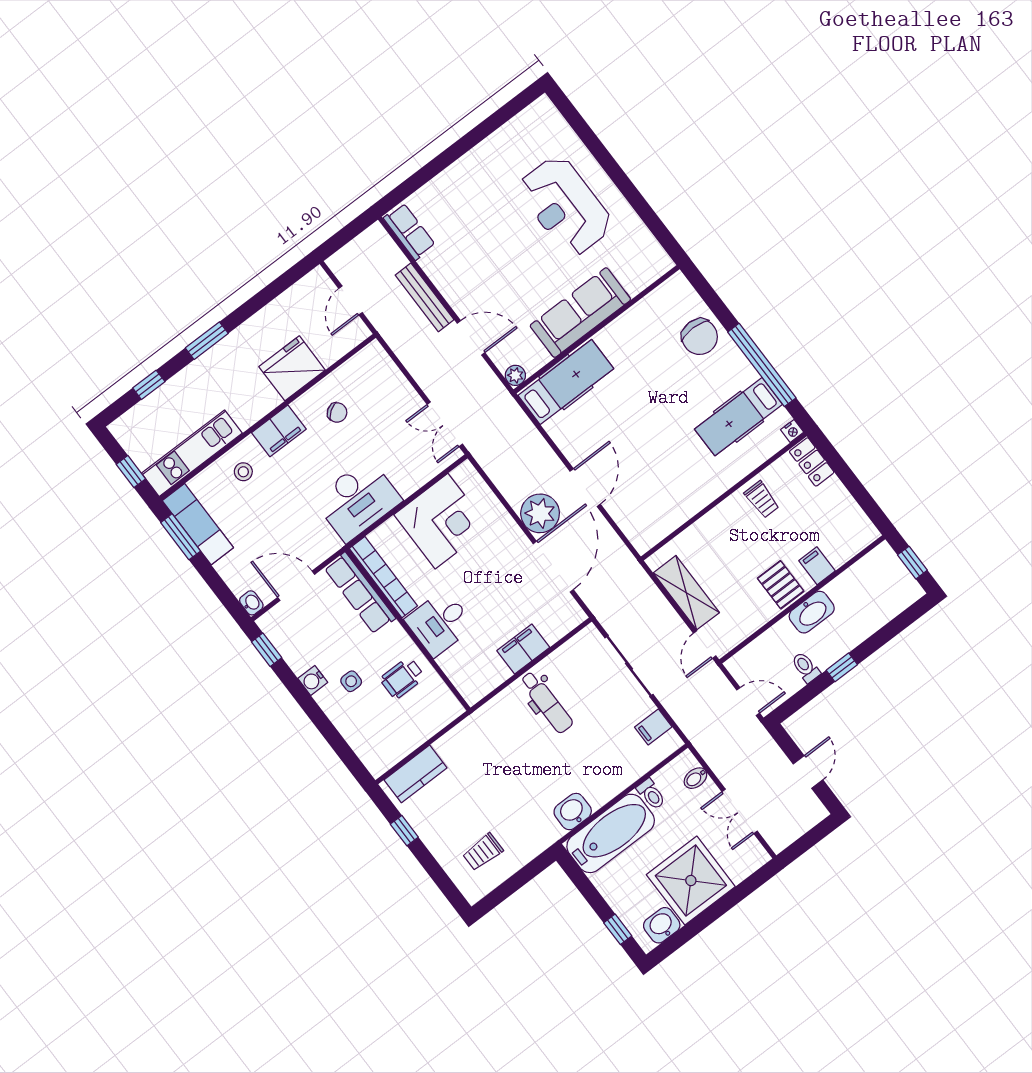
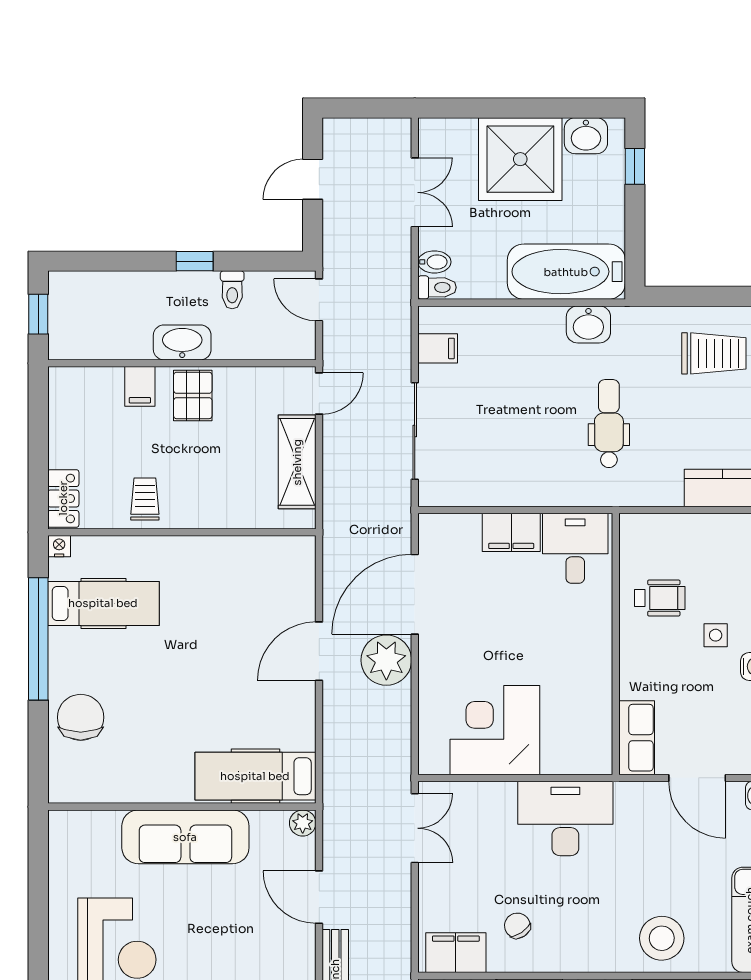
filing cabinet: (279, 431) -> (456, 953), moved
stool: (243, 472) -> (662, 938), width x1.89, depth x1.89
bookcase: (383, 577) -> (600, 718), removed
row of seats: (360, 593) -> (637, 738), width x0.68
desk: (440, 623) -> (575, 548), moved, turned -90
dental chair: (547, 702) -> (609, 424), moved
toilet: (651, 794) -> (437, 287), moved, turned 90
trolley: (483, 852) -> (714, 353), width x1.36, depth x1.39

